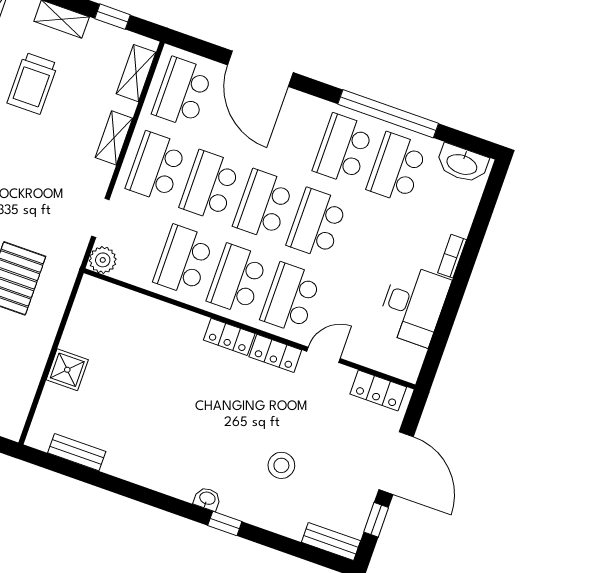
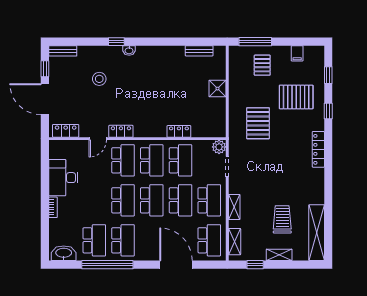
locker: (229, 337) -> (179, 131), moved

